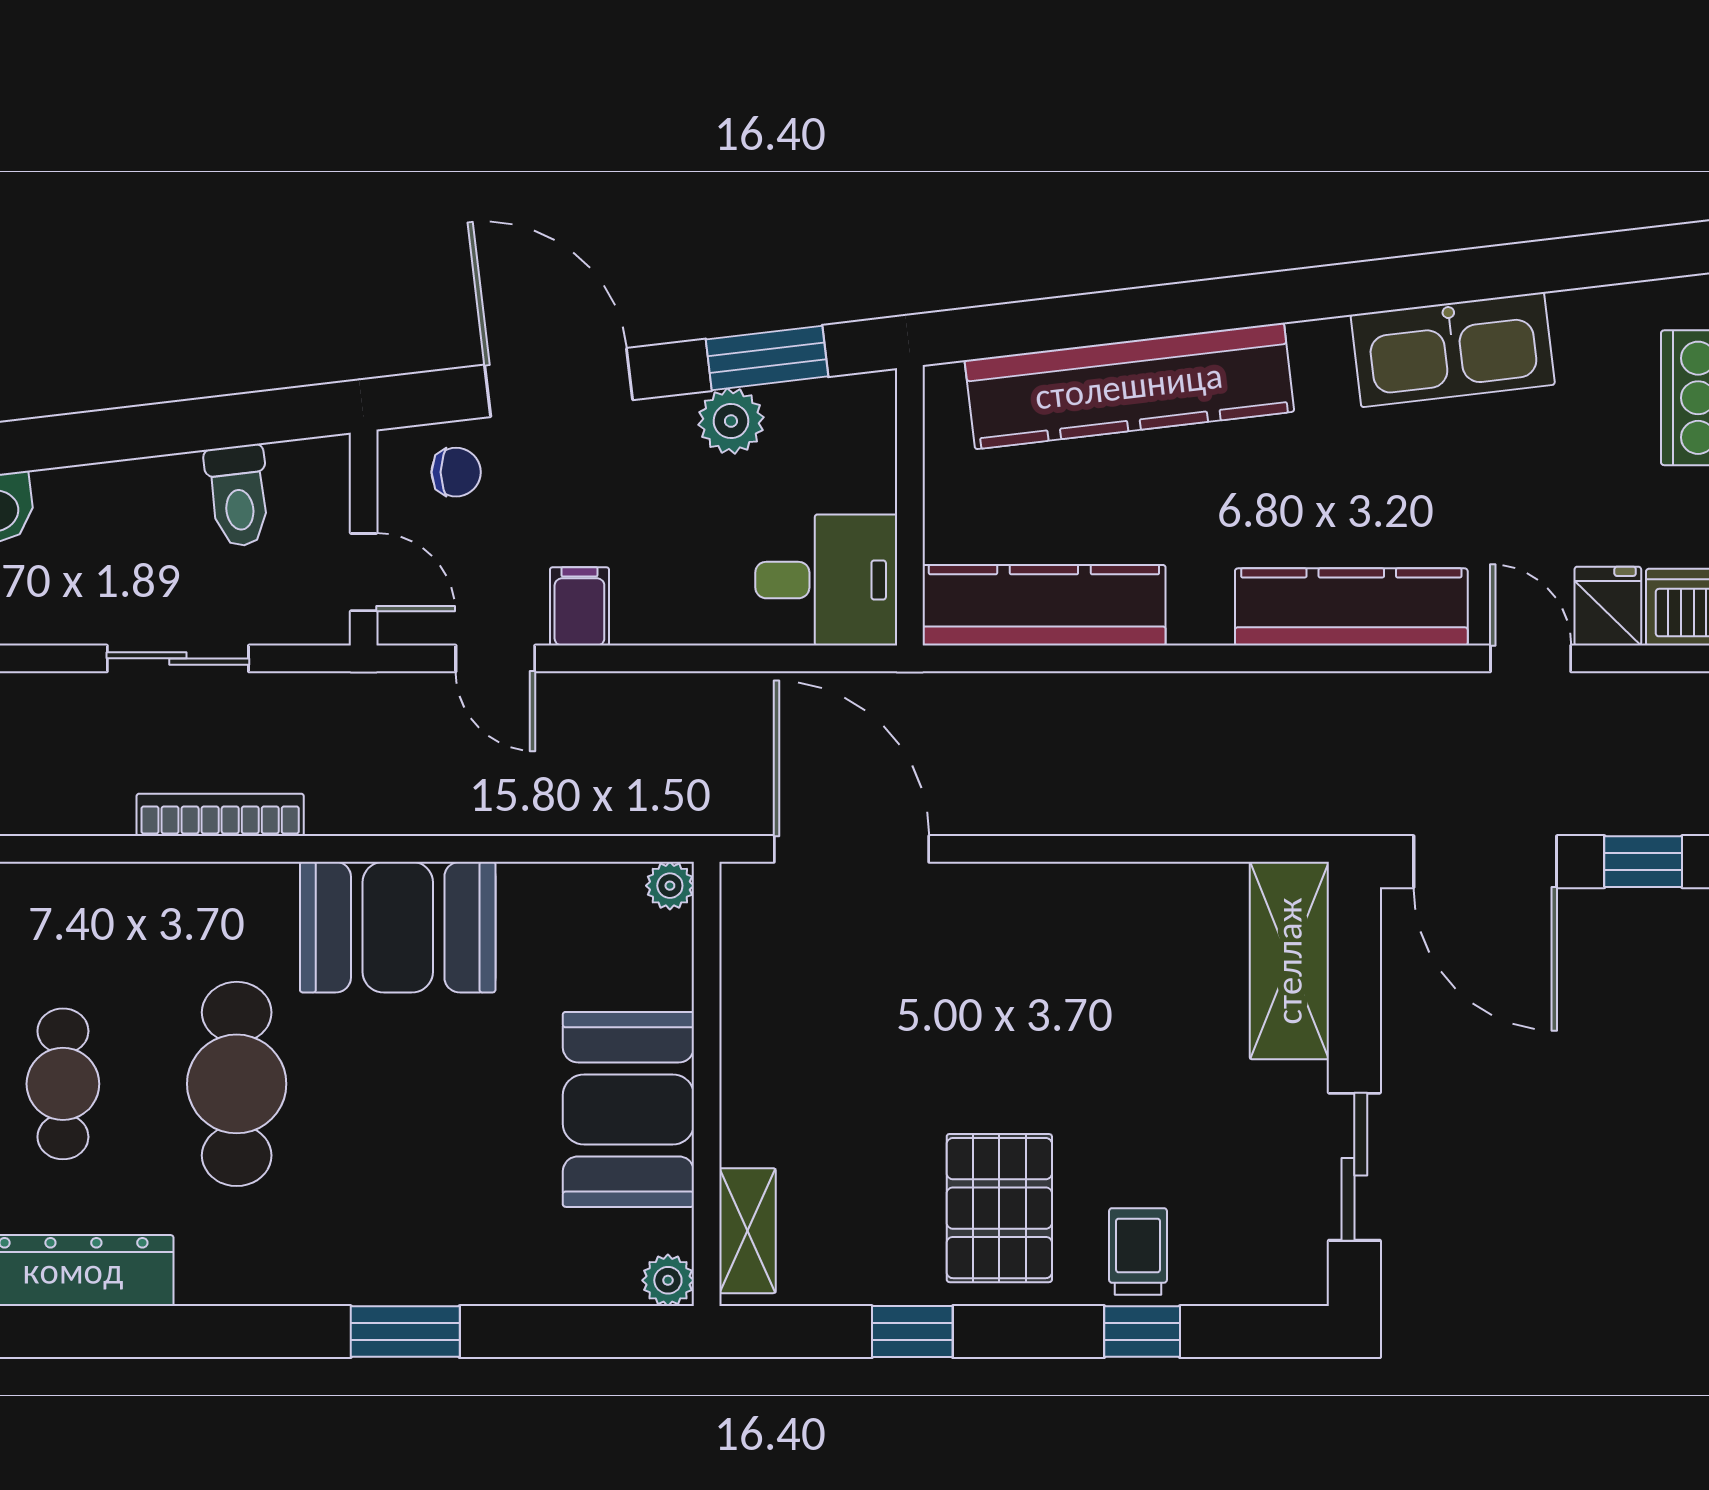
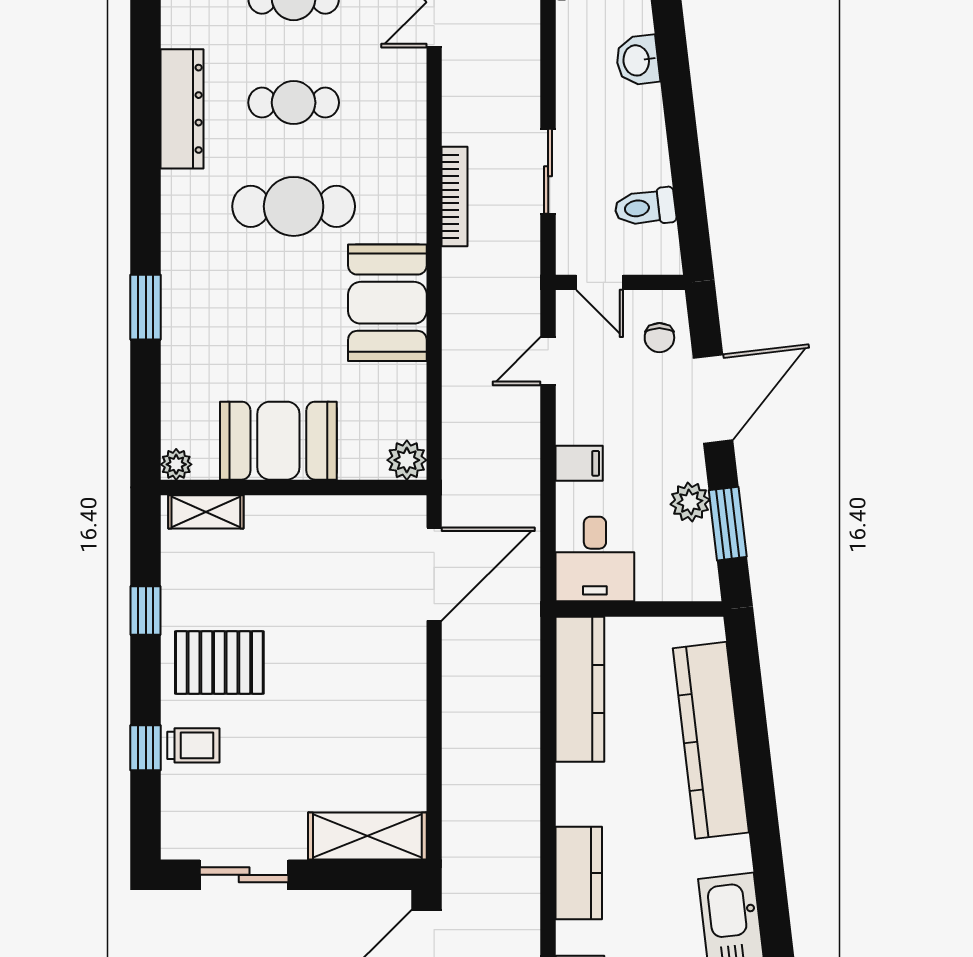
door: (364, 572) -> (600, 282), hinge flipped
filing cabinet: (579, 606) -> (579, 463), moved
kitchen counter: (1351, 607) -> (579, 873), width x0.67
plant: (670, 886) -> (407, 460), width x1.38, depth x1.38

